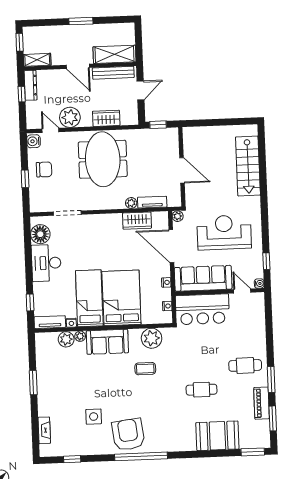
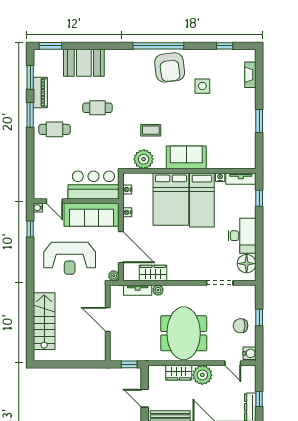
door: (140, 90) -> (145, 398), hinge flipped
plant: (70, 117) -> (202, 375), moved
plant: (80, 336) -> (212, 164), removed
plant: (66, 339) -> (226, 161), removed

